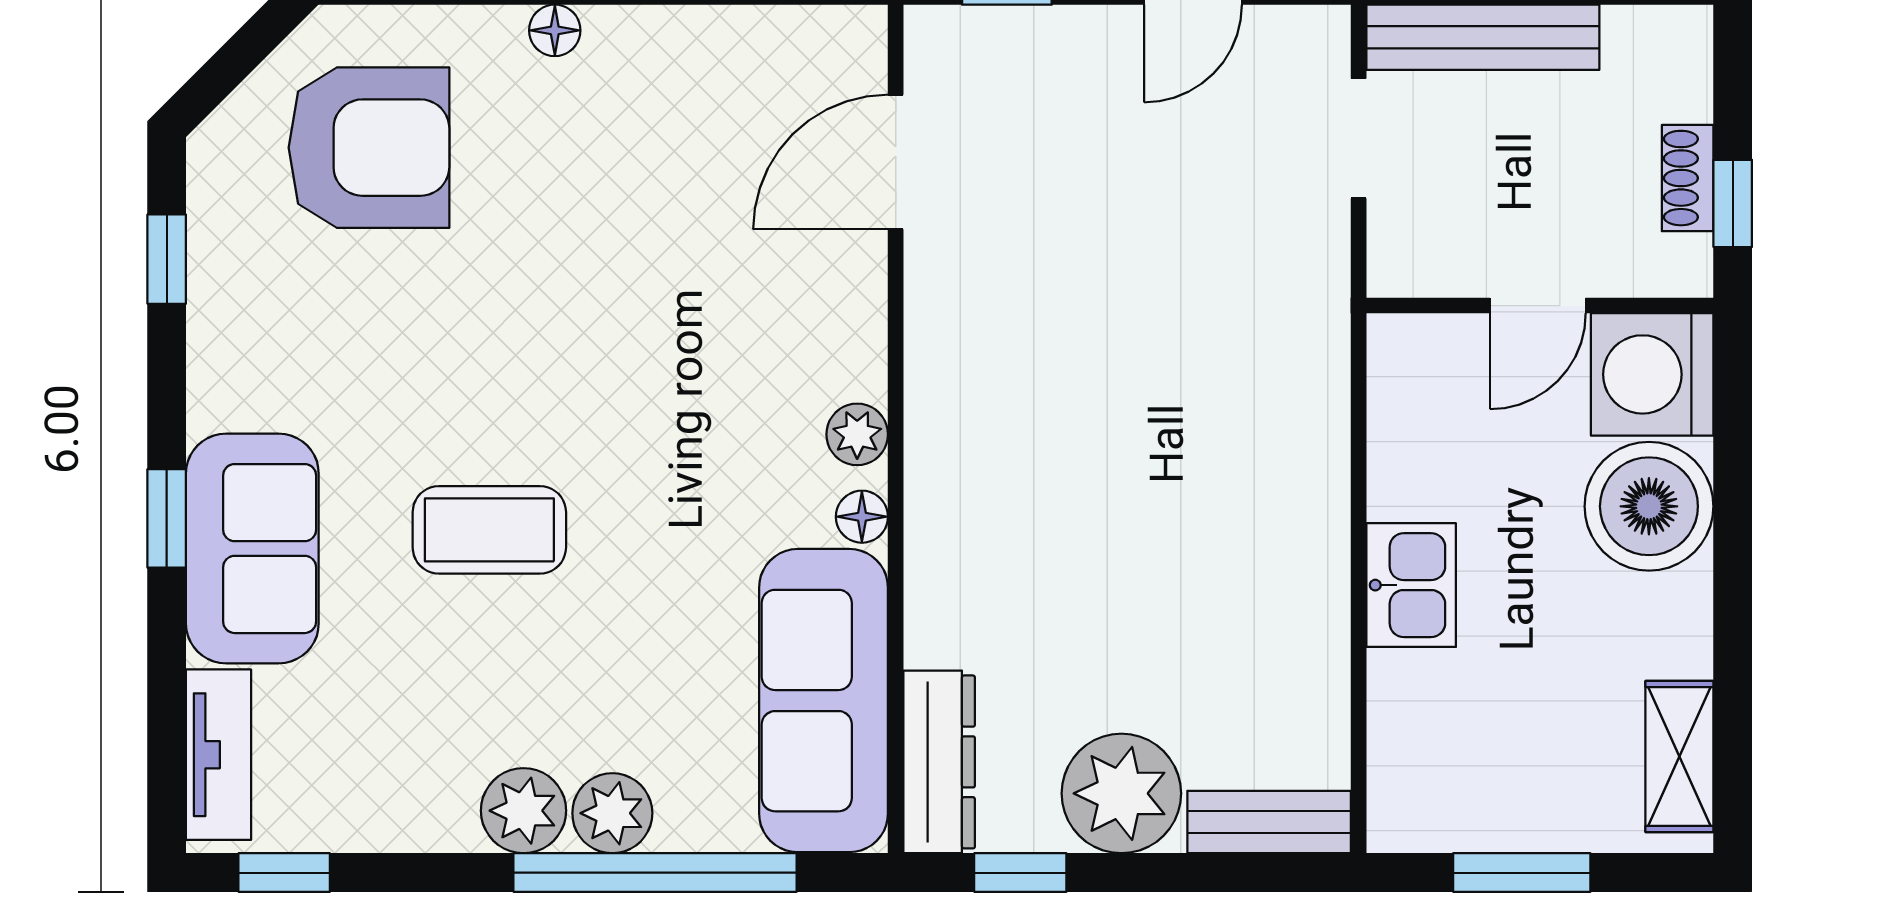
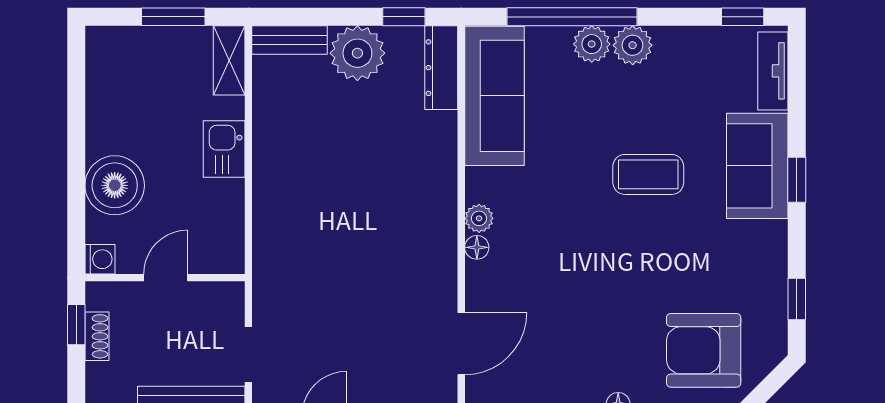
washing machine: (1652, 374) -> (100, 259), width x0.53, depth x0.53
floor lamp: (862, 517) -> (477, 247), moved
shelving: (1679, 756) -> (229, 60), moved

